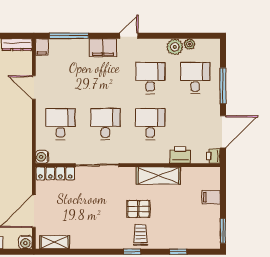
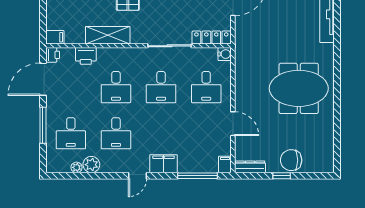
filing cabinet: (211, 197) -> (55, 37), moved

